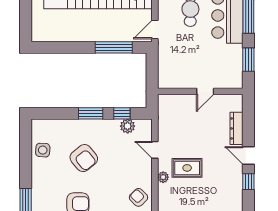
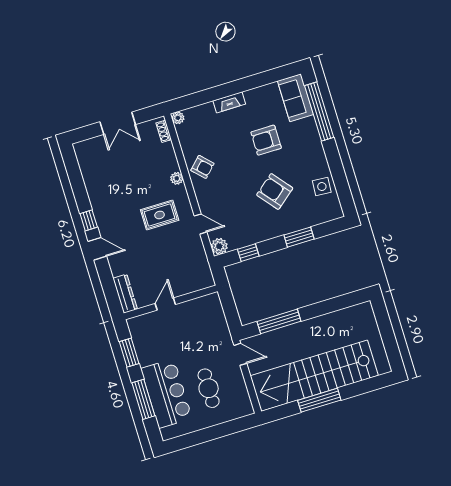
door: (155, 29) -> (240, 354), hinge flipped
window: (91, 113) -> (299, 237), moved
plant: (128, 126) -> (219, 246), moved
dresser: (236, 128) -> (125, 294), moved
plant: (163, 177) -> (177, 178), moved

